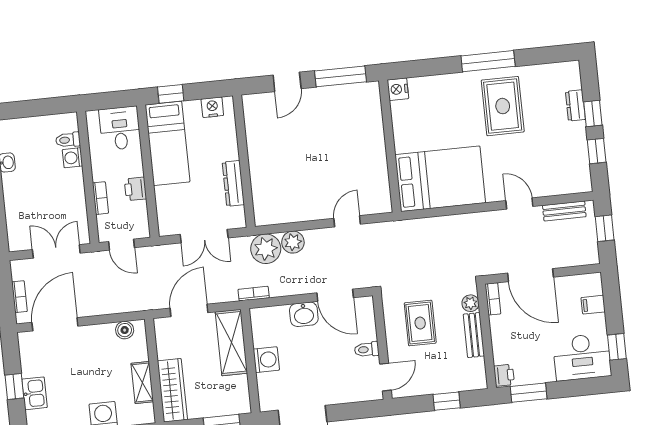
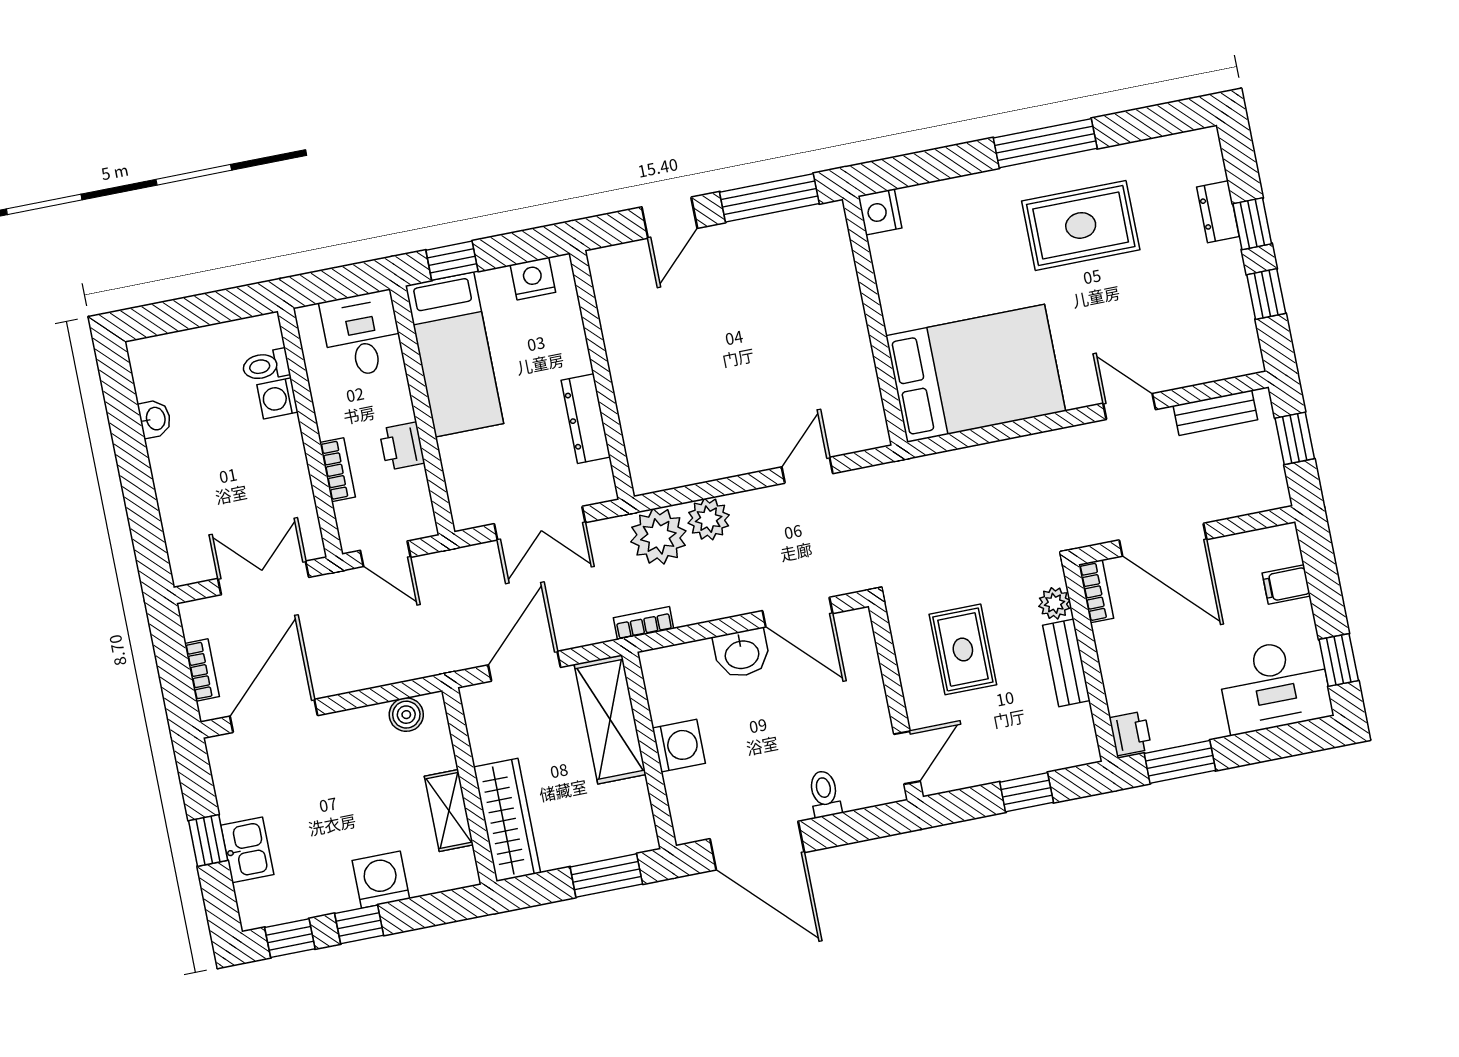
rug: (503, 106) -> (1081, 225), turned 90
toilet: (367, 349) -> (825, 794), moved, turned 90

